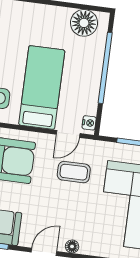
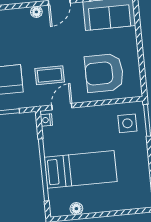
floor lamp: (84, 23) -> (76, 209), width x0.53, depth x0.53
bed: (42, 87) -> (81, 169), moved, turned -90

